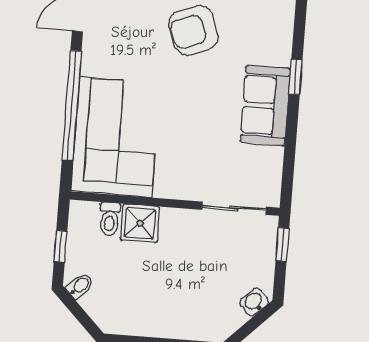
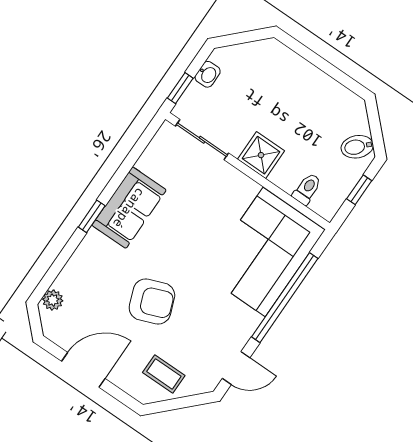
shower: (140, 223) -> (261, 155), moved
bidet: (80, 286) -> (357, 147), width x1.38, depth x1.36
washbasin: (254, 302) -> (208, 74), moved, turned -45

